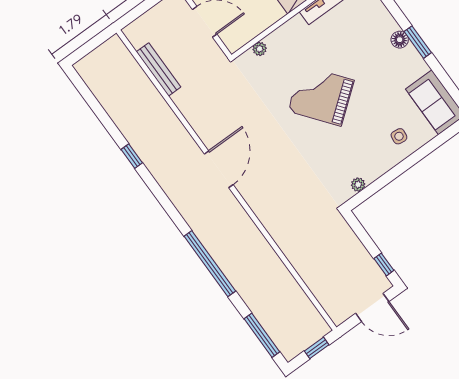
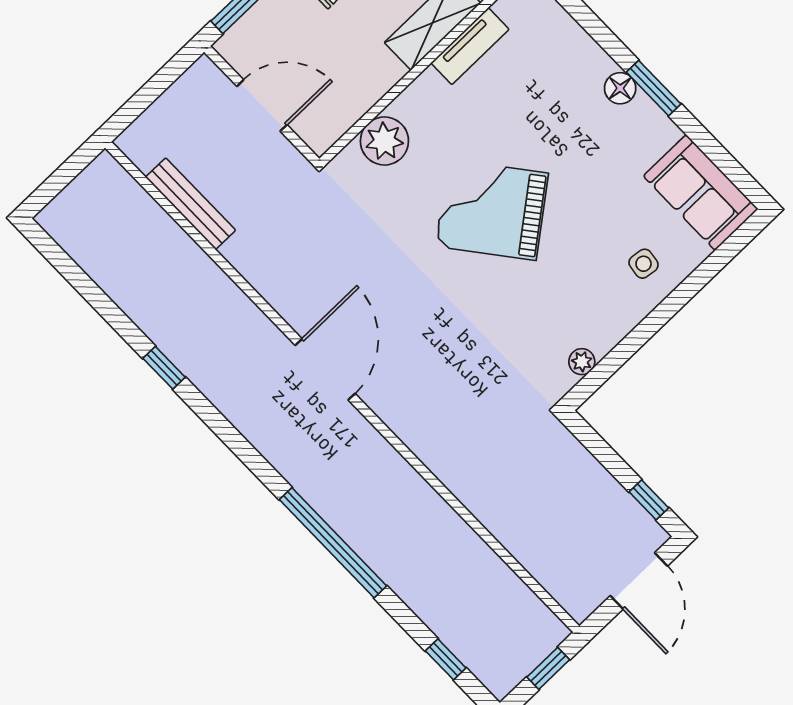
plant: (260, 49) -> (384, 141), width x1.87, depth x1.87
door: (372, 307) -> (639, 581), hinge flipped
window: (262, 335) -> (446, 659), width x0.46

